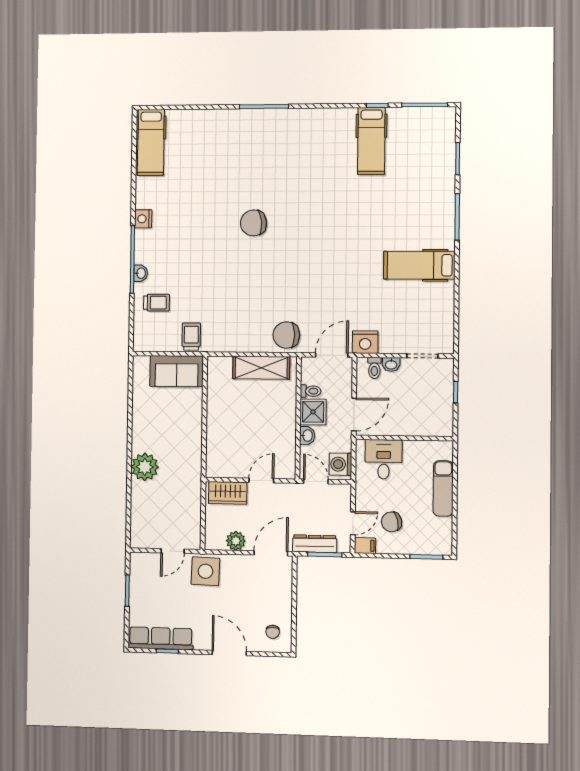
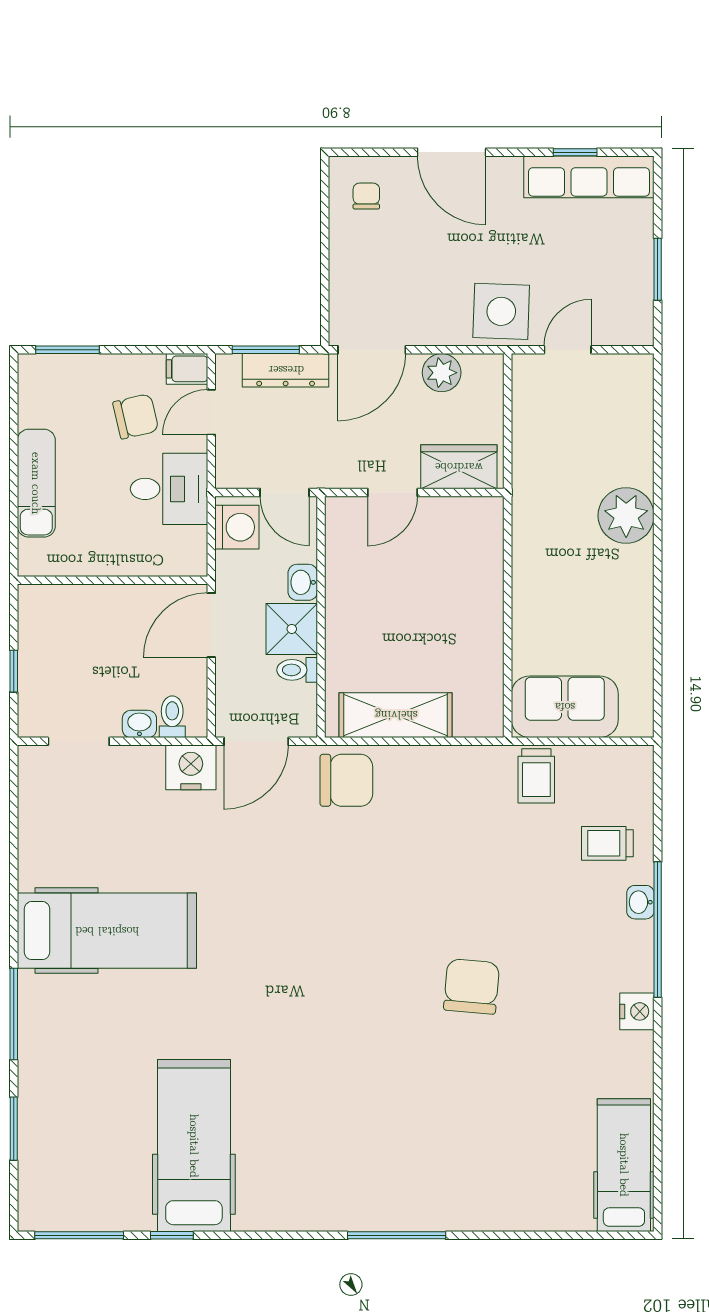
hospital bed: (371, 141) -> (194, 1146), width x1.37, depth x1.29
chair: (254, 223) -> (472, 986), moved, turned -80
hospital bed: (419, 265) -> (107, 931), width x1.37, depth x1.29
desk: (384, 459) -> (169, 489), moved, turned -90

